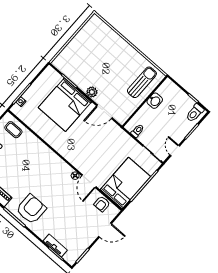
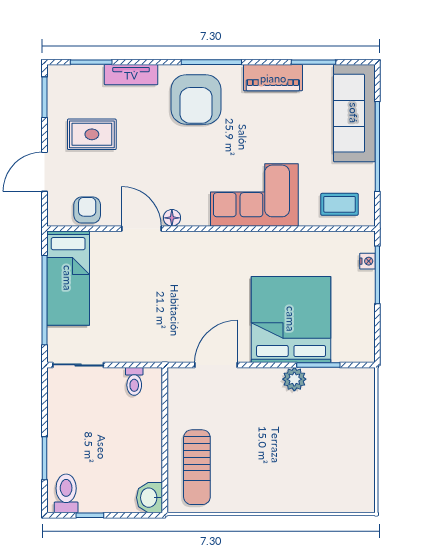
plant: (92, 92) -> (294, 379), moved
washbasin: (155, 101) -> (149, 498), moved
door: (175, 151) -> (45, 403), removed
corner sofa: (40, 159) -> (254, 195), added
bed: (125, 183) -> (68, 278), width x0.67
rug: (77, 229) -> (92, 134), added
tv unit: (55, 245) -> (131, 75), moved

